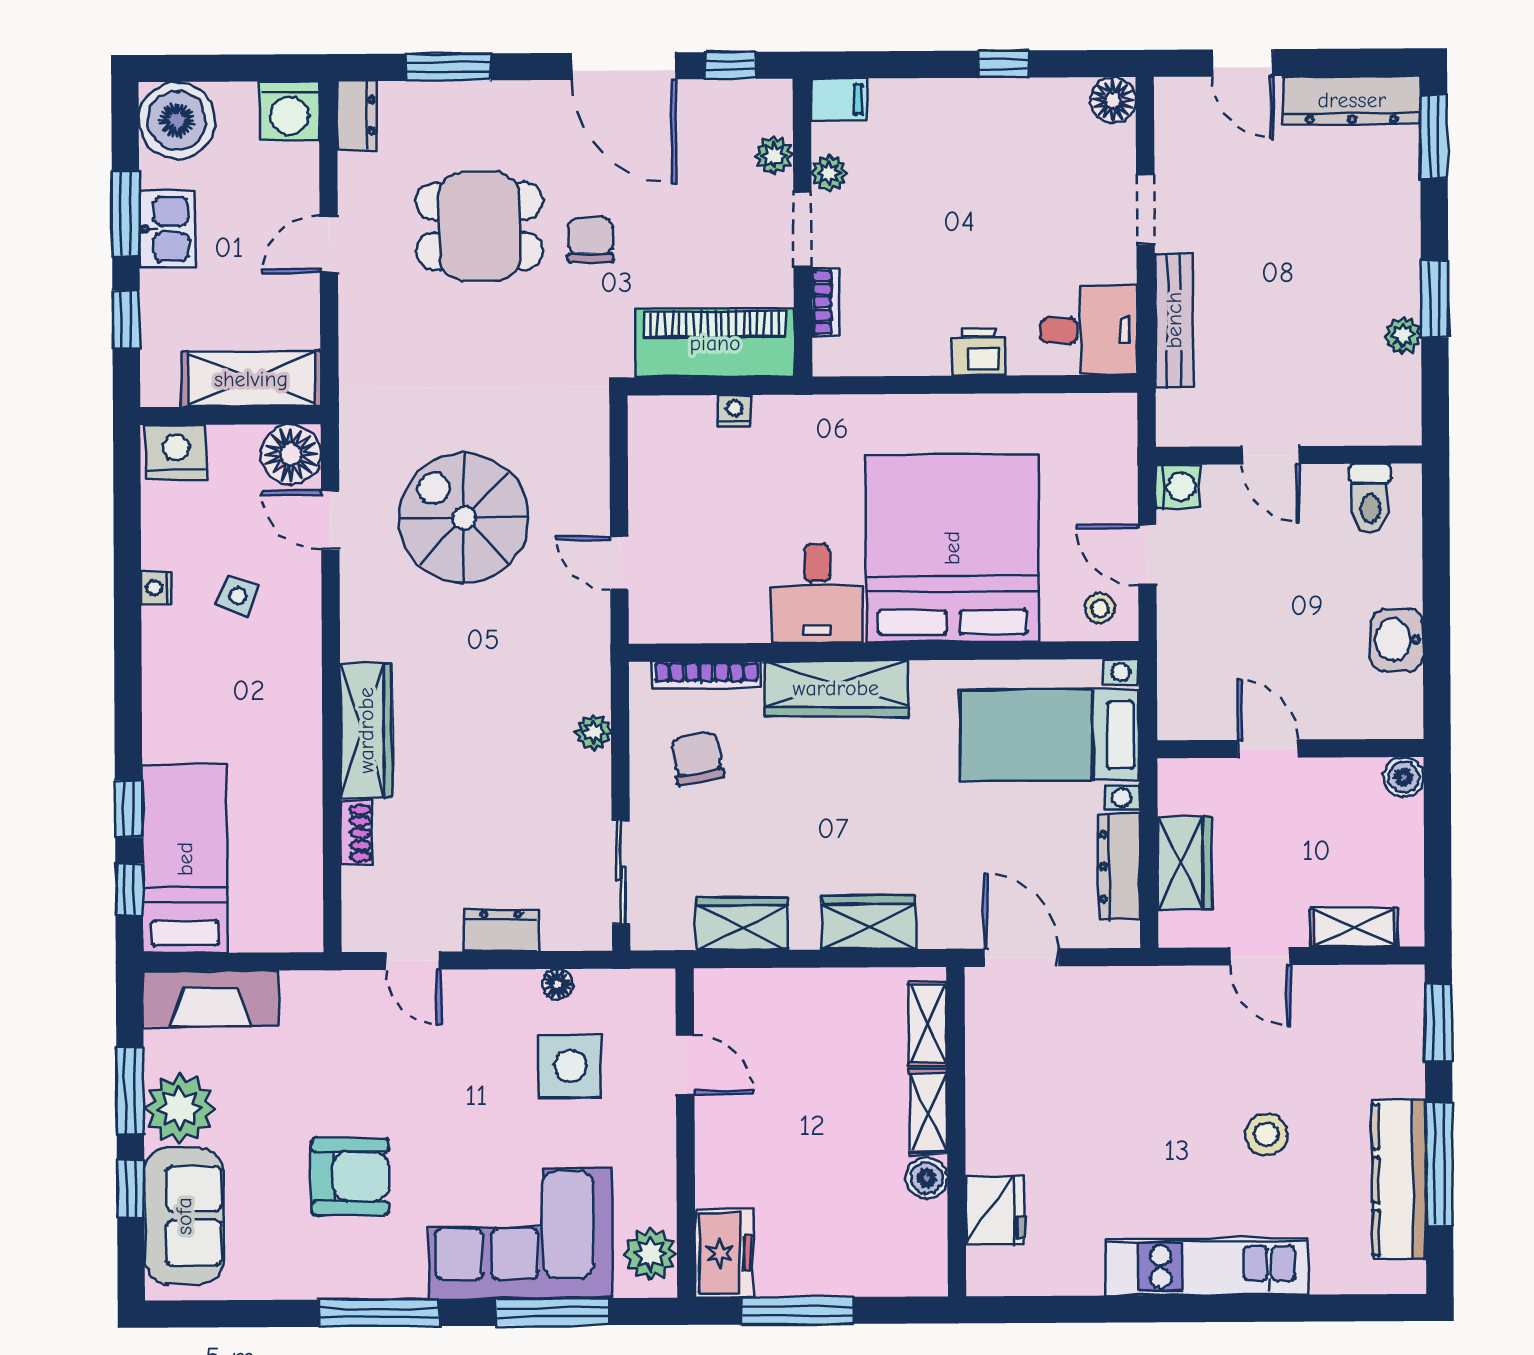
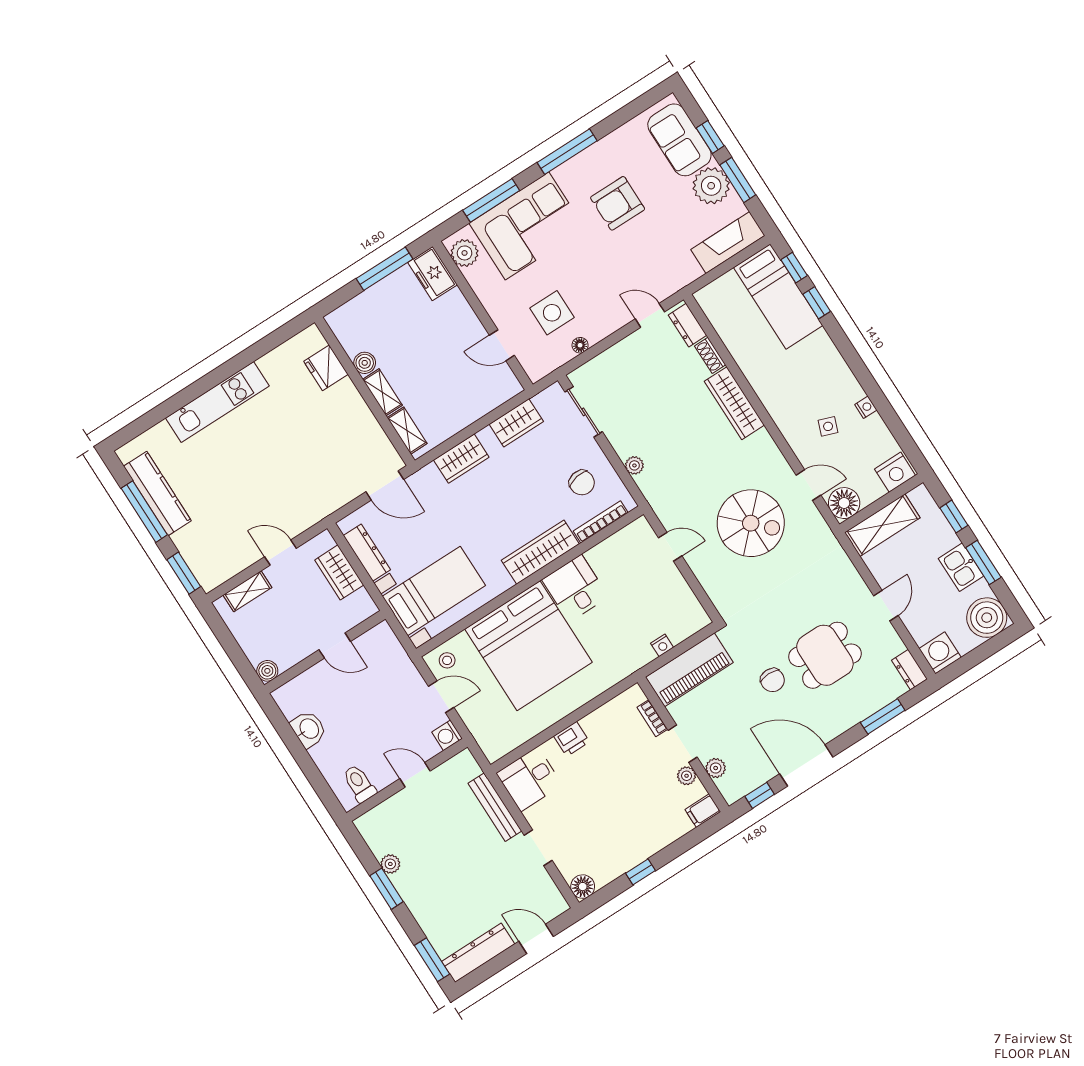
dresser: (501, 930) -> (687, 325), moved, turned 90
stool: (1266, 1134) -> (228, 476), removed

